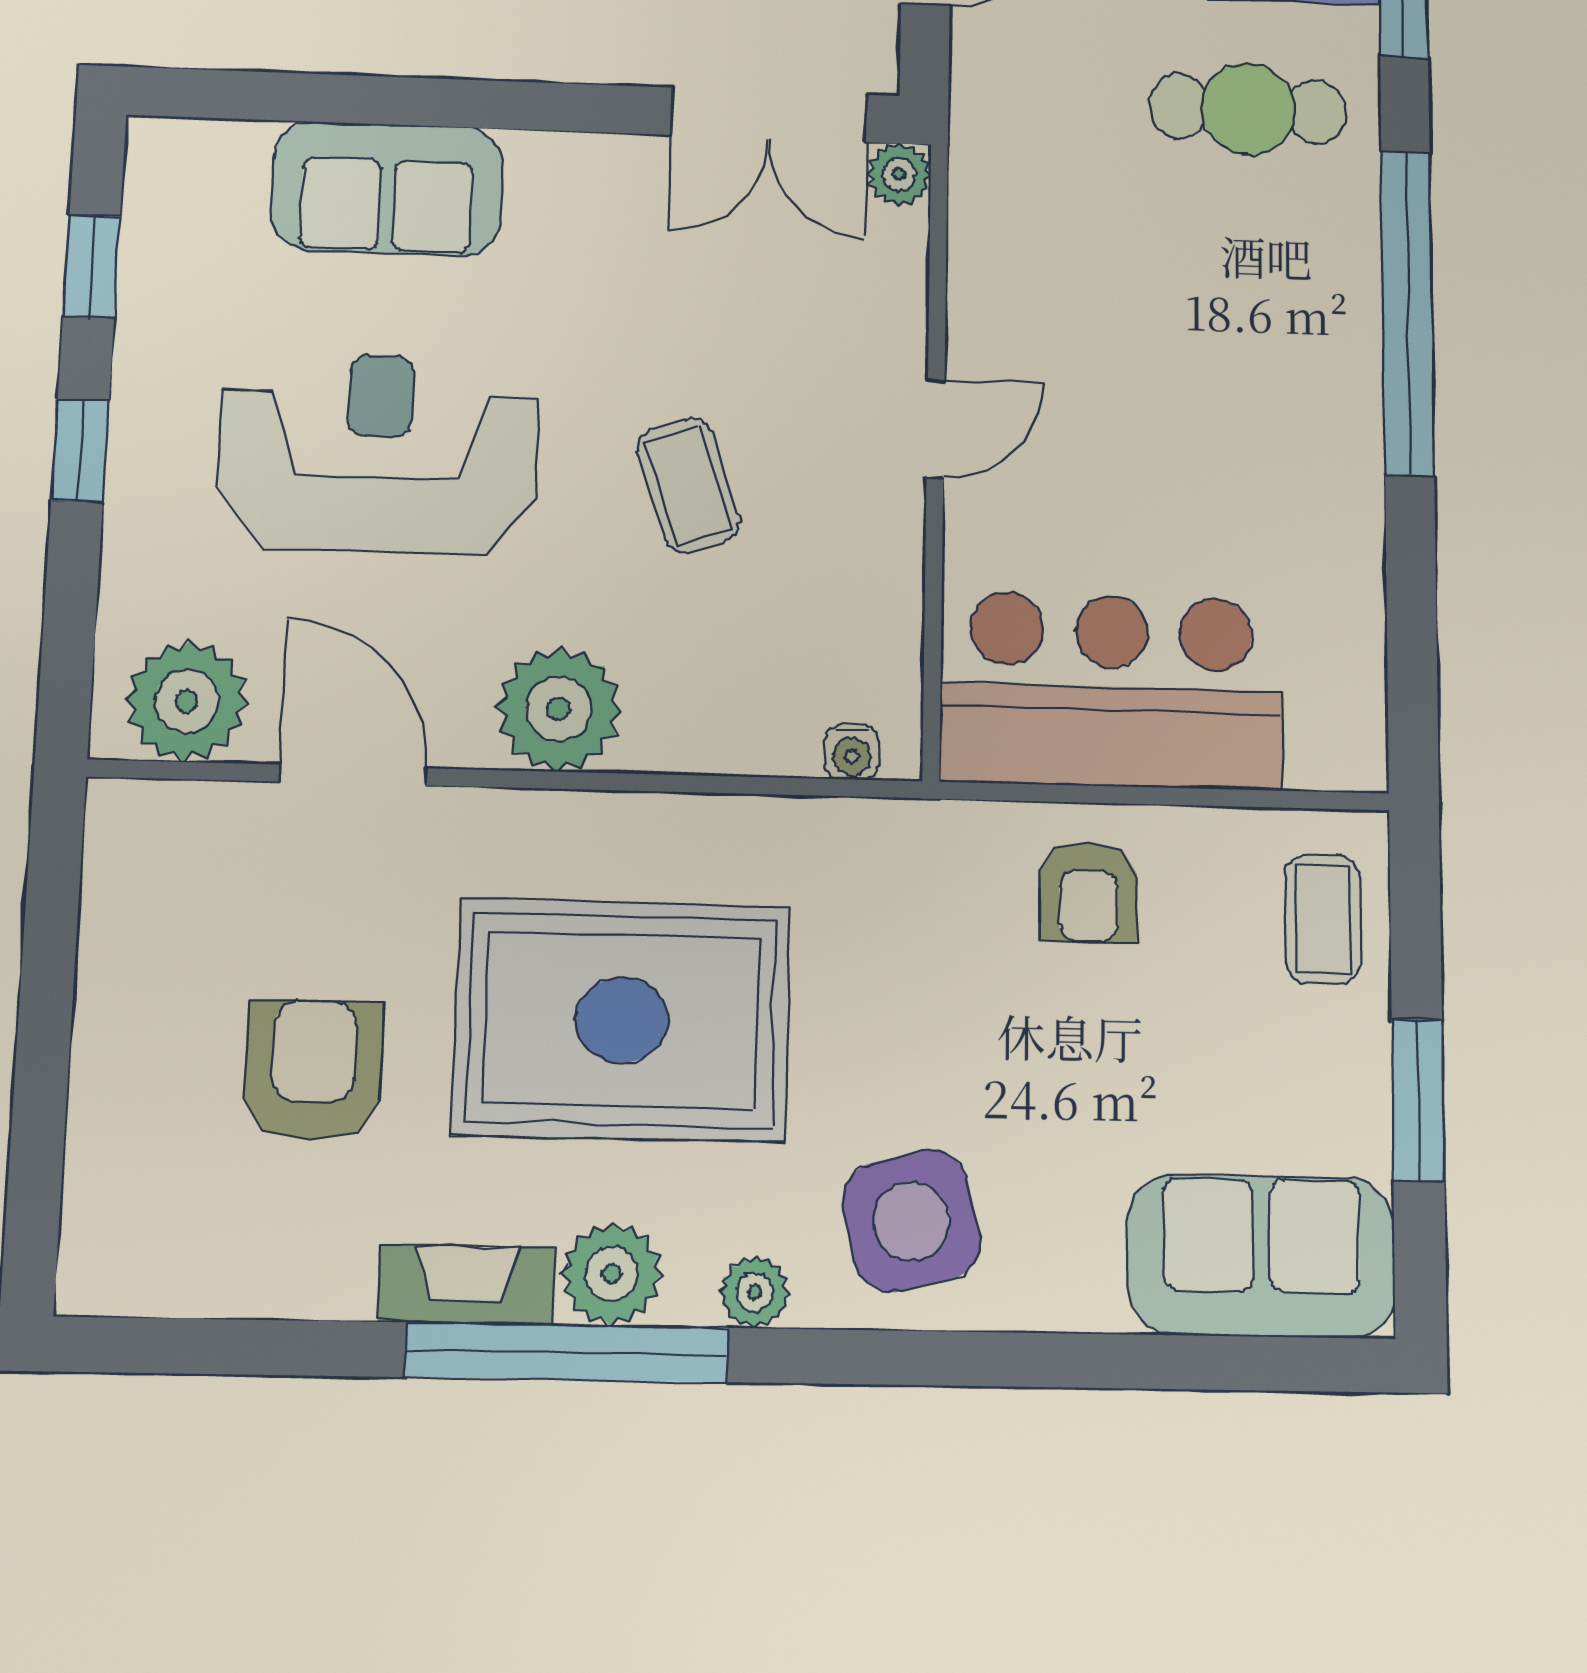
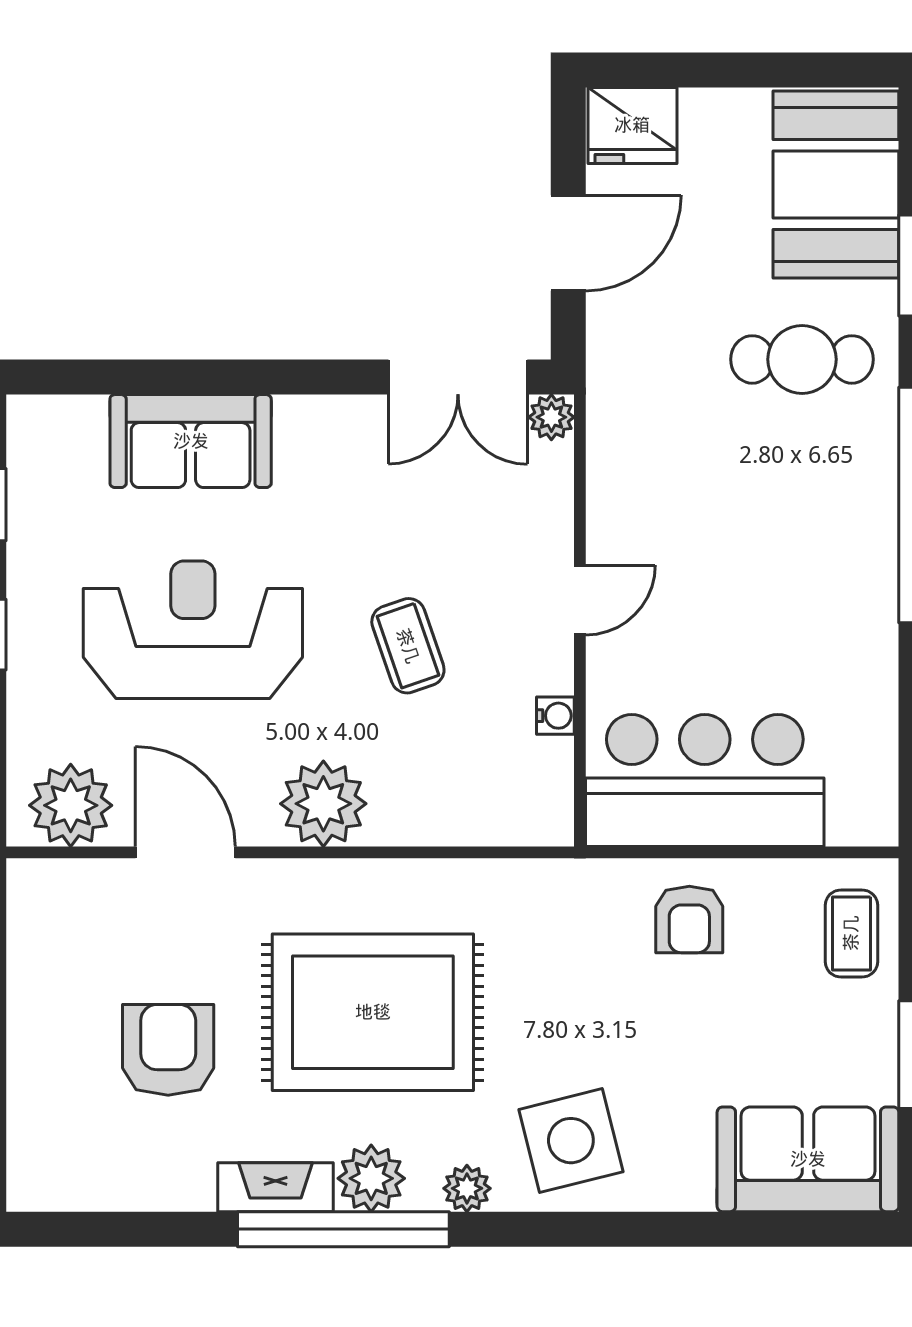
water cooler: (852, 752) -> (555, 716), moved, turned -90

